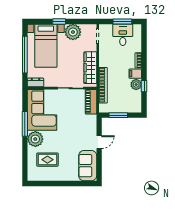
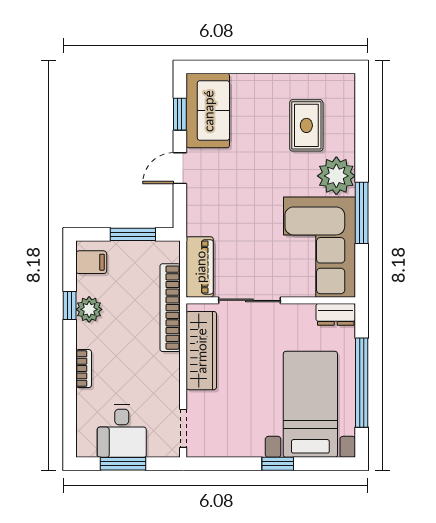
plant: (73, 32) -> (244, 438), removed
filing cabinet: (135, 74) -> (91, 262), moved
rug: (47, 160) -> (306, 125), turned 90
window: (99, 164) -> (180, 114), added

